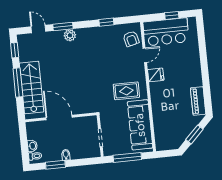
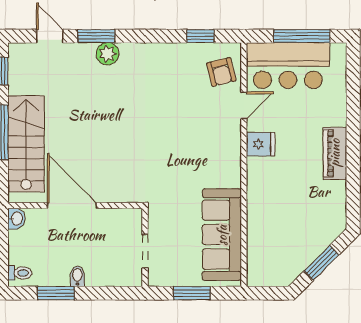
window: (172, 15) -> (302, 36), width x2.17
window: (106, 22) -> (200, 36), moved
rug: (126, 91) -> (203, 168), removed
piano: (198, 101) -> (335, 153), moved
washbasin: (32, 146) -> (16, 219), moved
window: (127, 157) -> (192, 293), width x0.69

